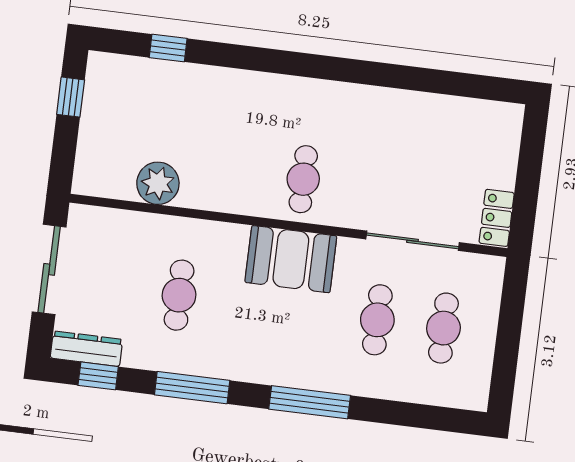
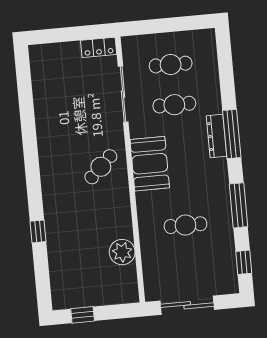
window: (168, 48) -> (38, 231), moved
cafe table: (303, 179) -> (101, 167), turned -44
dresser: (86, 349) -> (217, 136), moved

